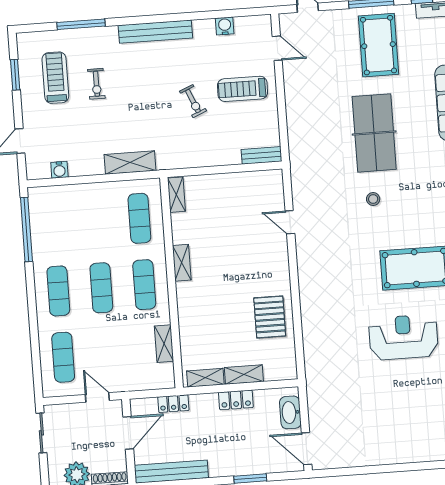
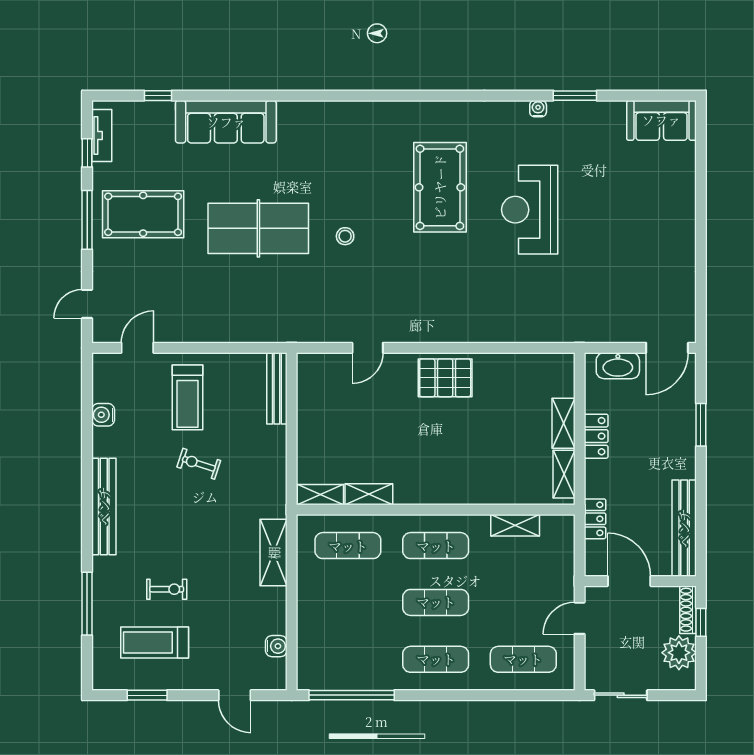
exercise bike: (193, 101) -> (199, 464), turned -139
bench: (262, 155) -> (277, 388), width x1.36
shelving: (182, 263) -> (369, 494), moved
pallet: (270, 317) -> (445, 378), moved

